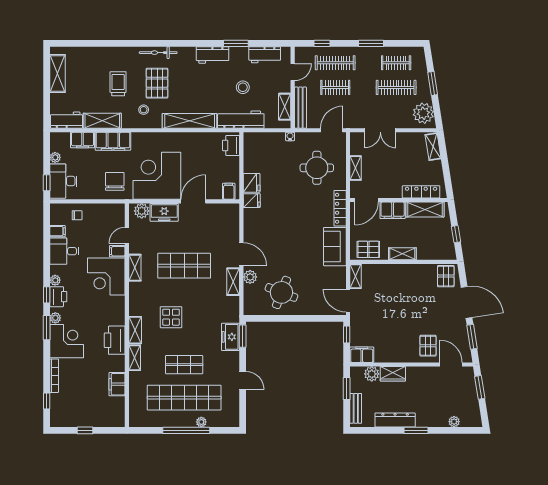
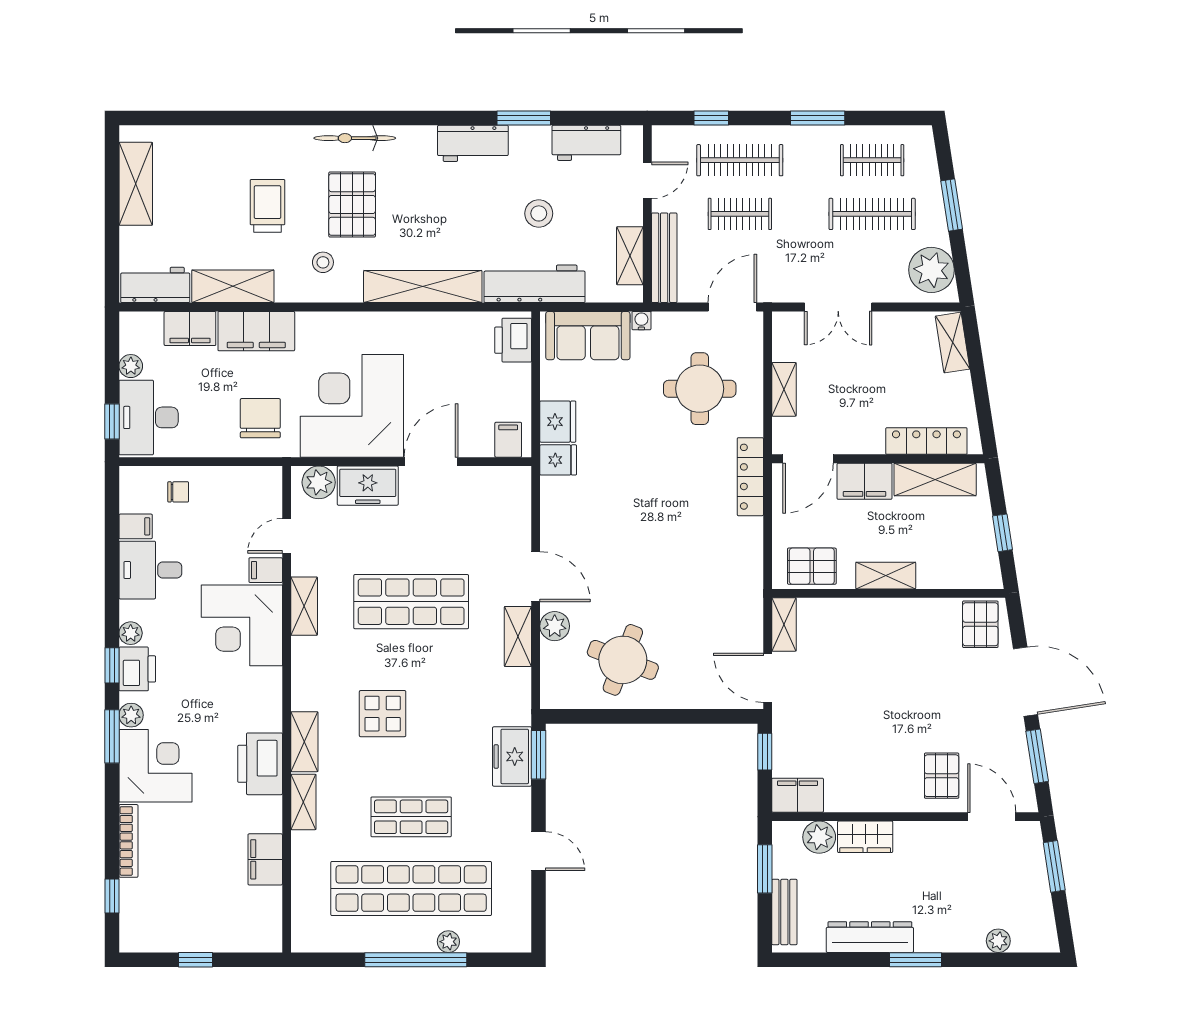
sofa: (335, 247) -> (588, 336), moved, turned -90

